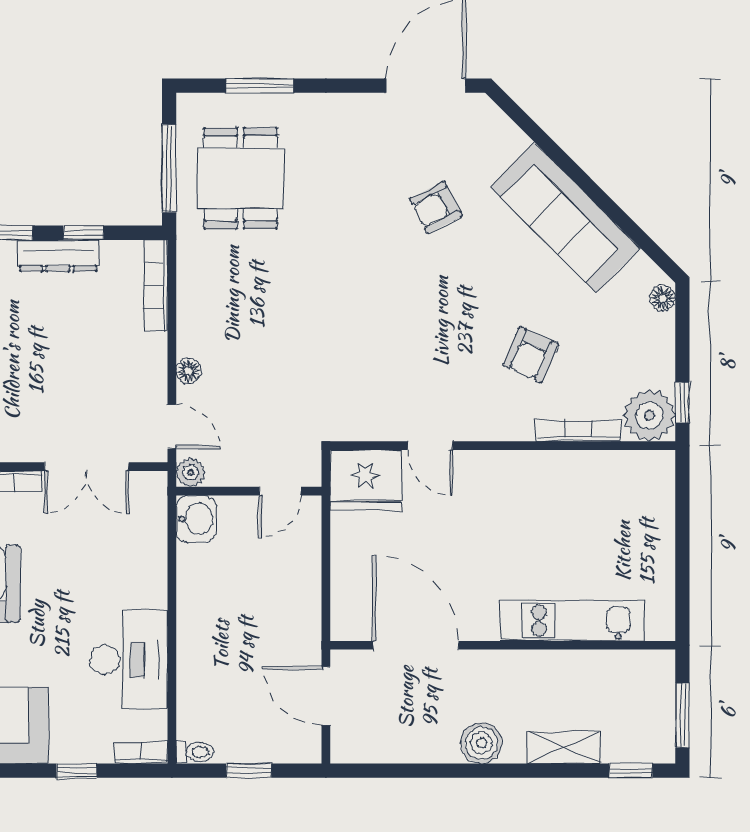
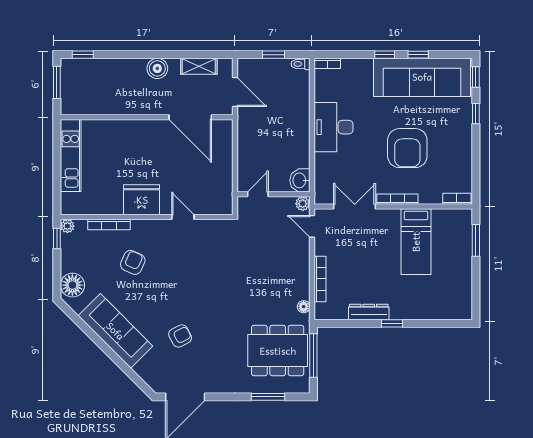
dining table: (241, 178) -> (278, 351), width x1.38
window: (84, 233) -> (356, 323), removed
bookcase: (156, 286) -> (320, 279), moved
floor lamp: (663, 298) -> (72, 285), width x1.89, depth x1.89
floor lamp: (189, 371) -> (304, 307), moved
plant: (649, 415) -> (67, 226), width x0.53, depth x0.53
fridge: (366, 480) -> (142, 200), moved
kitchen unit: (572, 621) -> (71, 156), moved, turned -90
desk: (129, 660) -> (333, 127), moved
shelving: (564, 747) -> (199, 66), moved
window: (77, 771) -> (385, 55), moved

